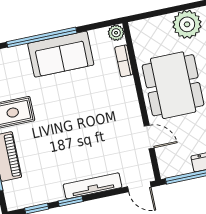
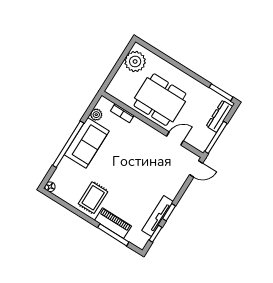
plant: (116, 33) -> (96, 115), moved
tv unit: (93, 186) -> (158, 216), moved

